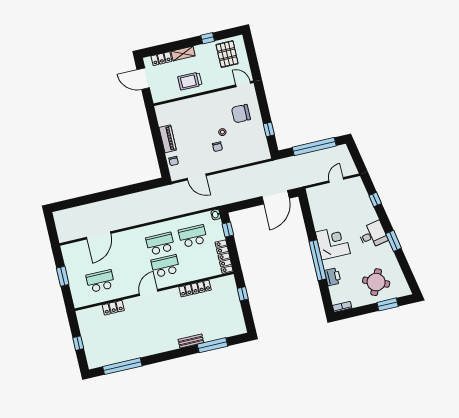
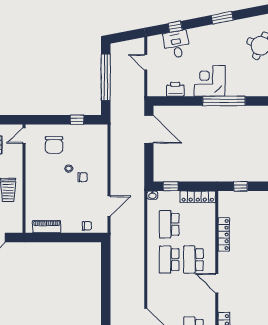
piano: (168, 139) -> (47, 227), moved
desk: (373, 235) -> (177, 44), moved
printer: (333, 277) -> (175, 89), moved

